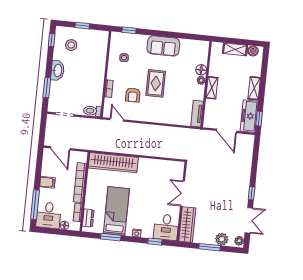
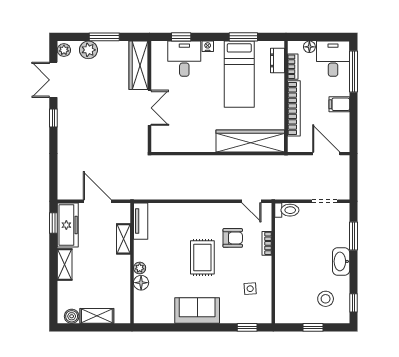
shelving: (212, 88) -> (124, 239), moved
armchair: (133, 95) -> (233, 238), turned 90
desk: (166, 227) -> (184, 59), moved

